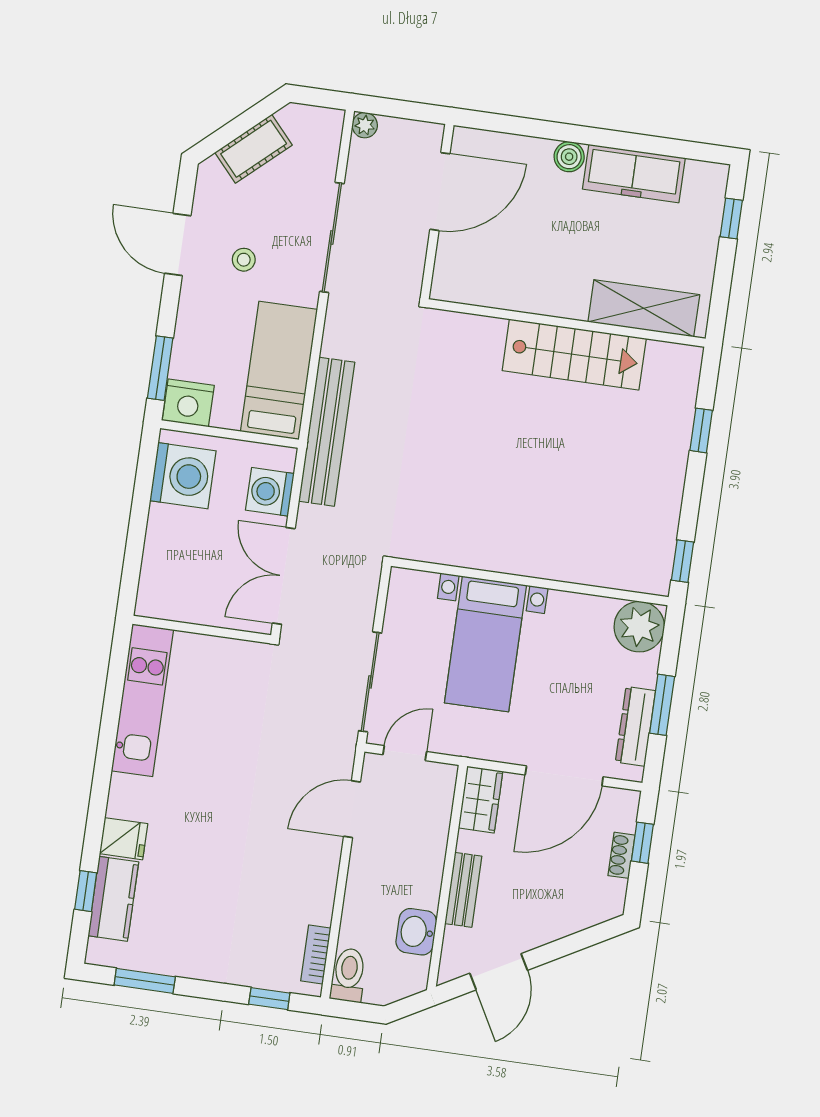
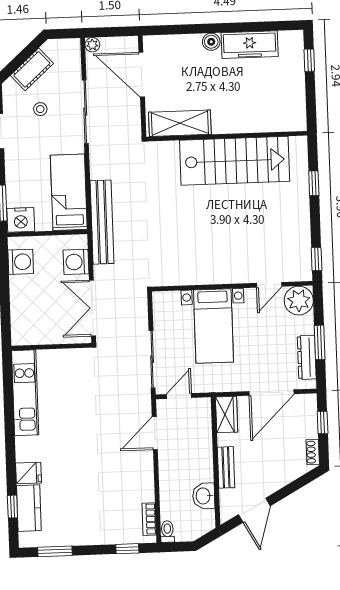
door: (440, 192) -> (142, 75), swing flipped
stool: (244, 260) -> (40, 109), moved
shelving: (644, 308) -> (180, 123), moved
stairs: (574, 354) -> (235, 161), width x1.36, depth x1.51
washing machine: (183, 476) -> (21, 262), width x0.73, depth x0.73
door: (593, 591) -> (269, 285), added
shoe rack: (621, 855) -> (313, 452), moved
toilet: (348, 975) -> (167, 532), width x0.73, depth x0.72

